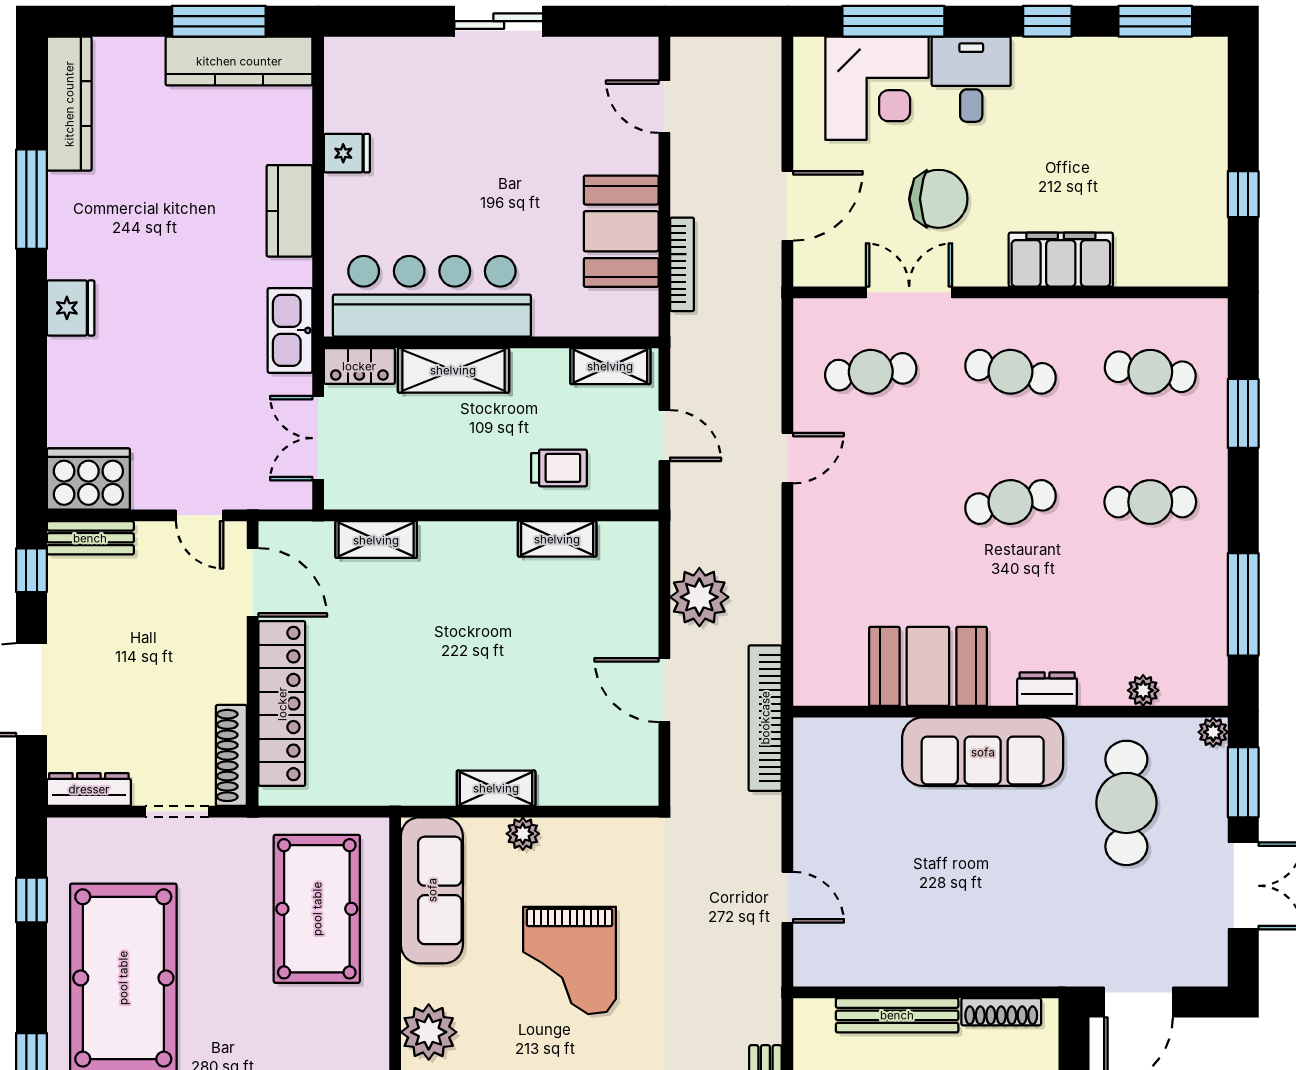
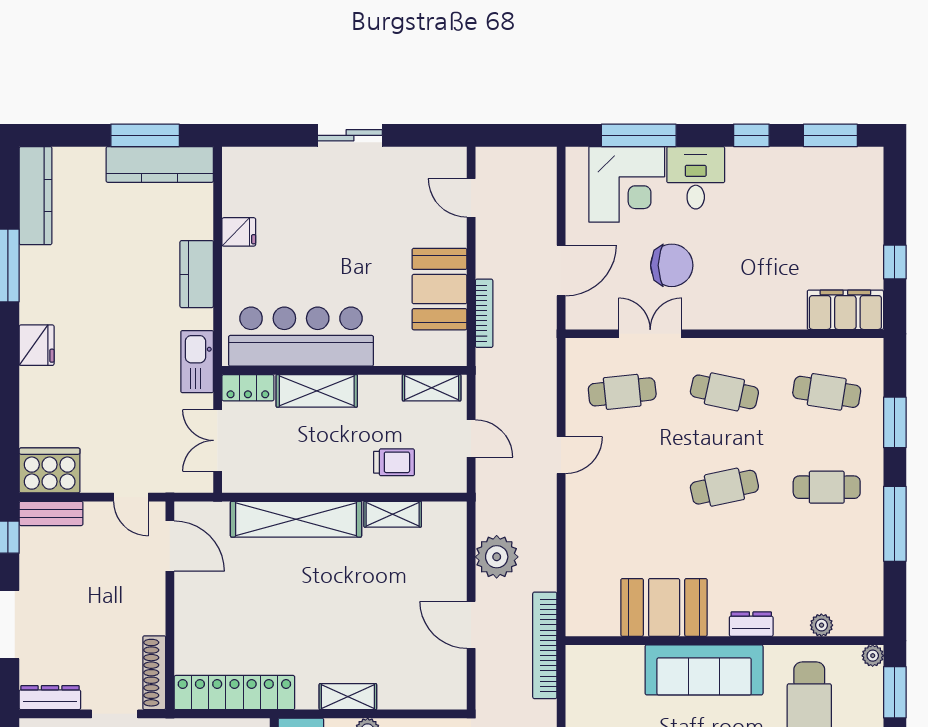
filing cabinet: (1061, 260) -> (845, 310), moved
shelving: (376, 540) -> (296, 519), width x2.20, depth x1.33
window: (1243, 604) -> (895, 524), moved
locker: (282, 704) -> (234, 693), moved, turned -90

